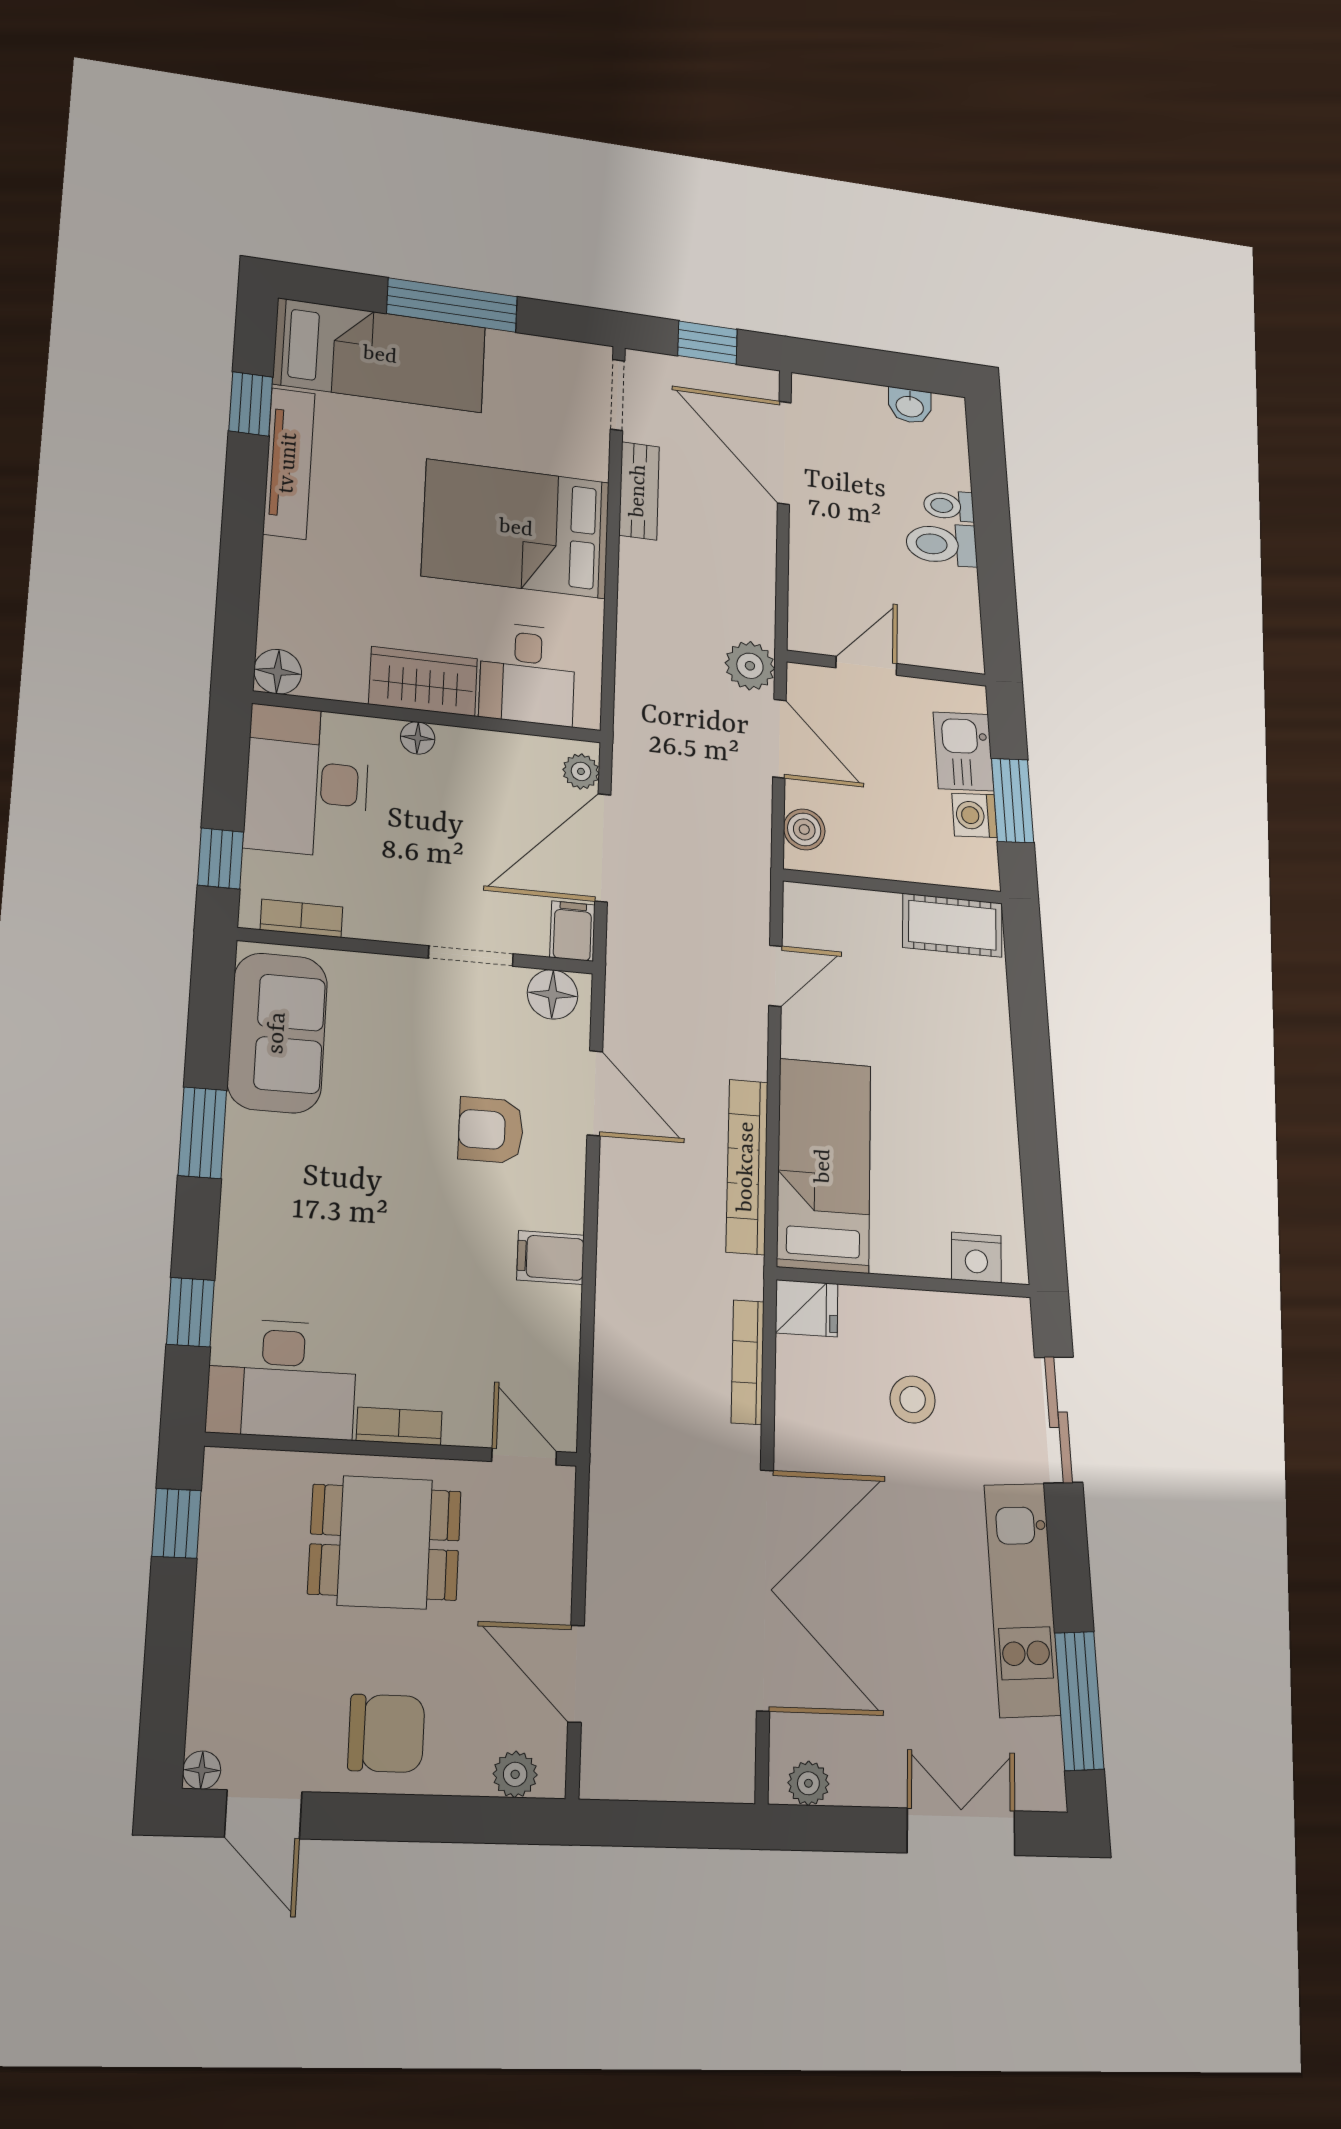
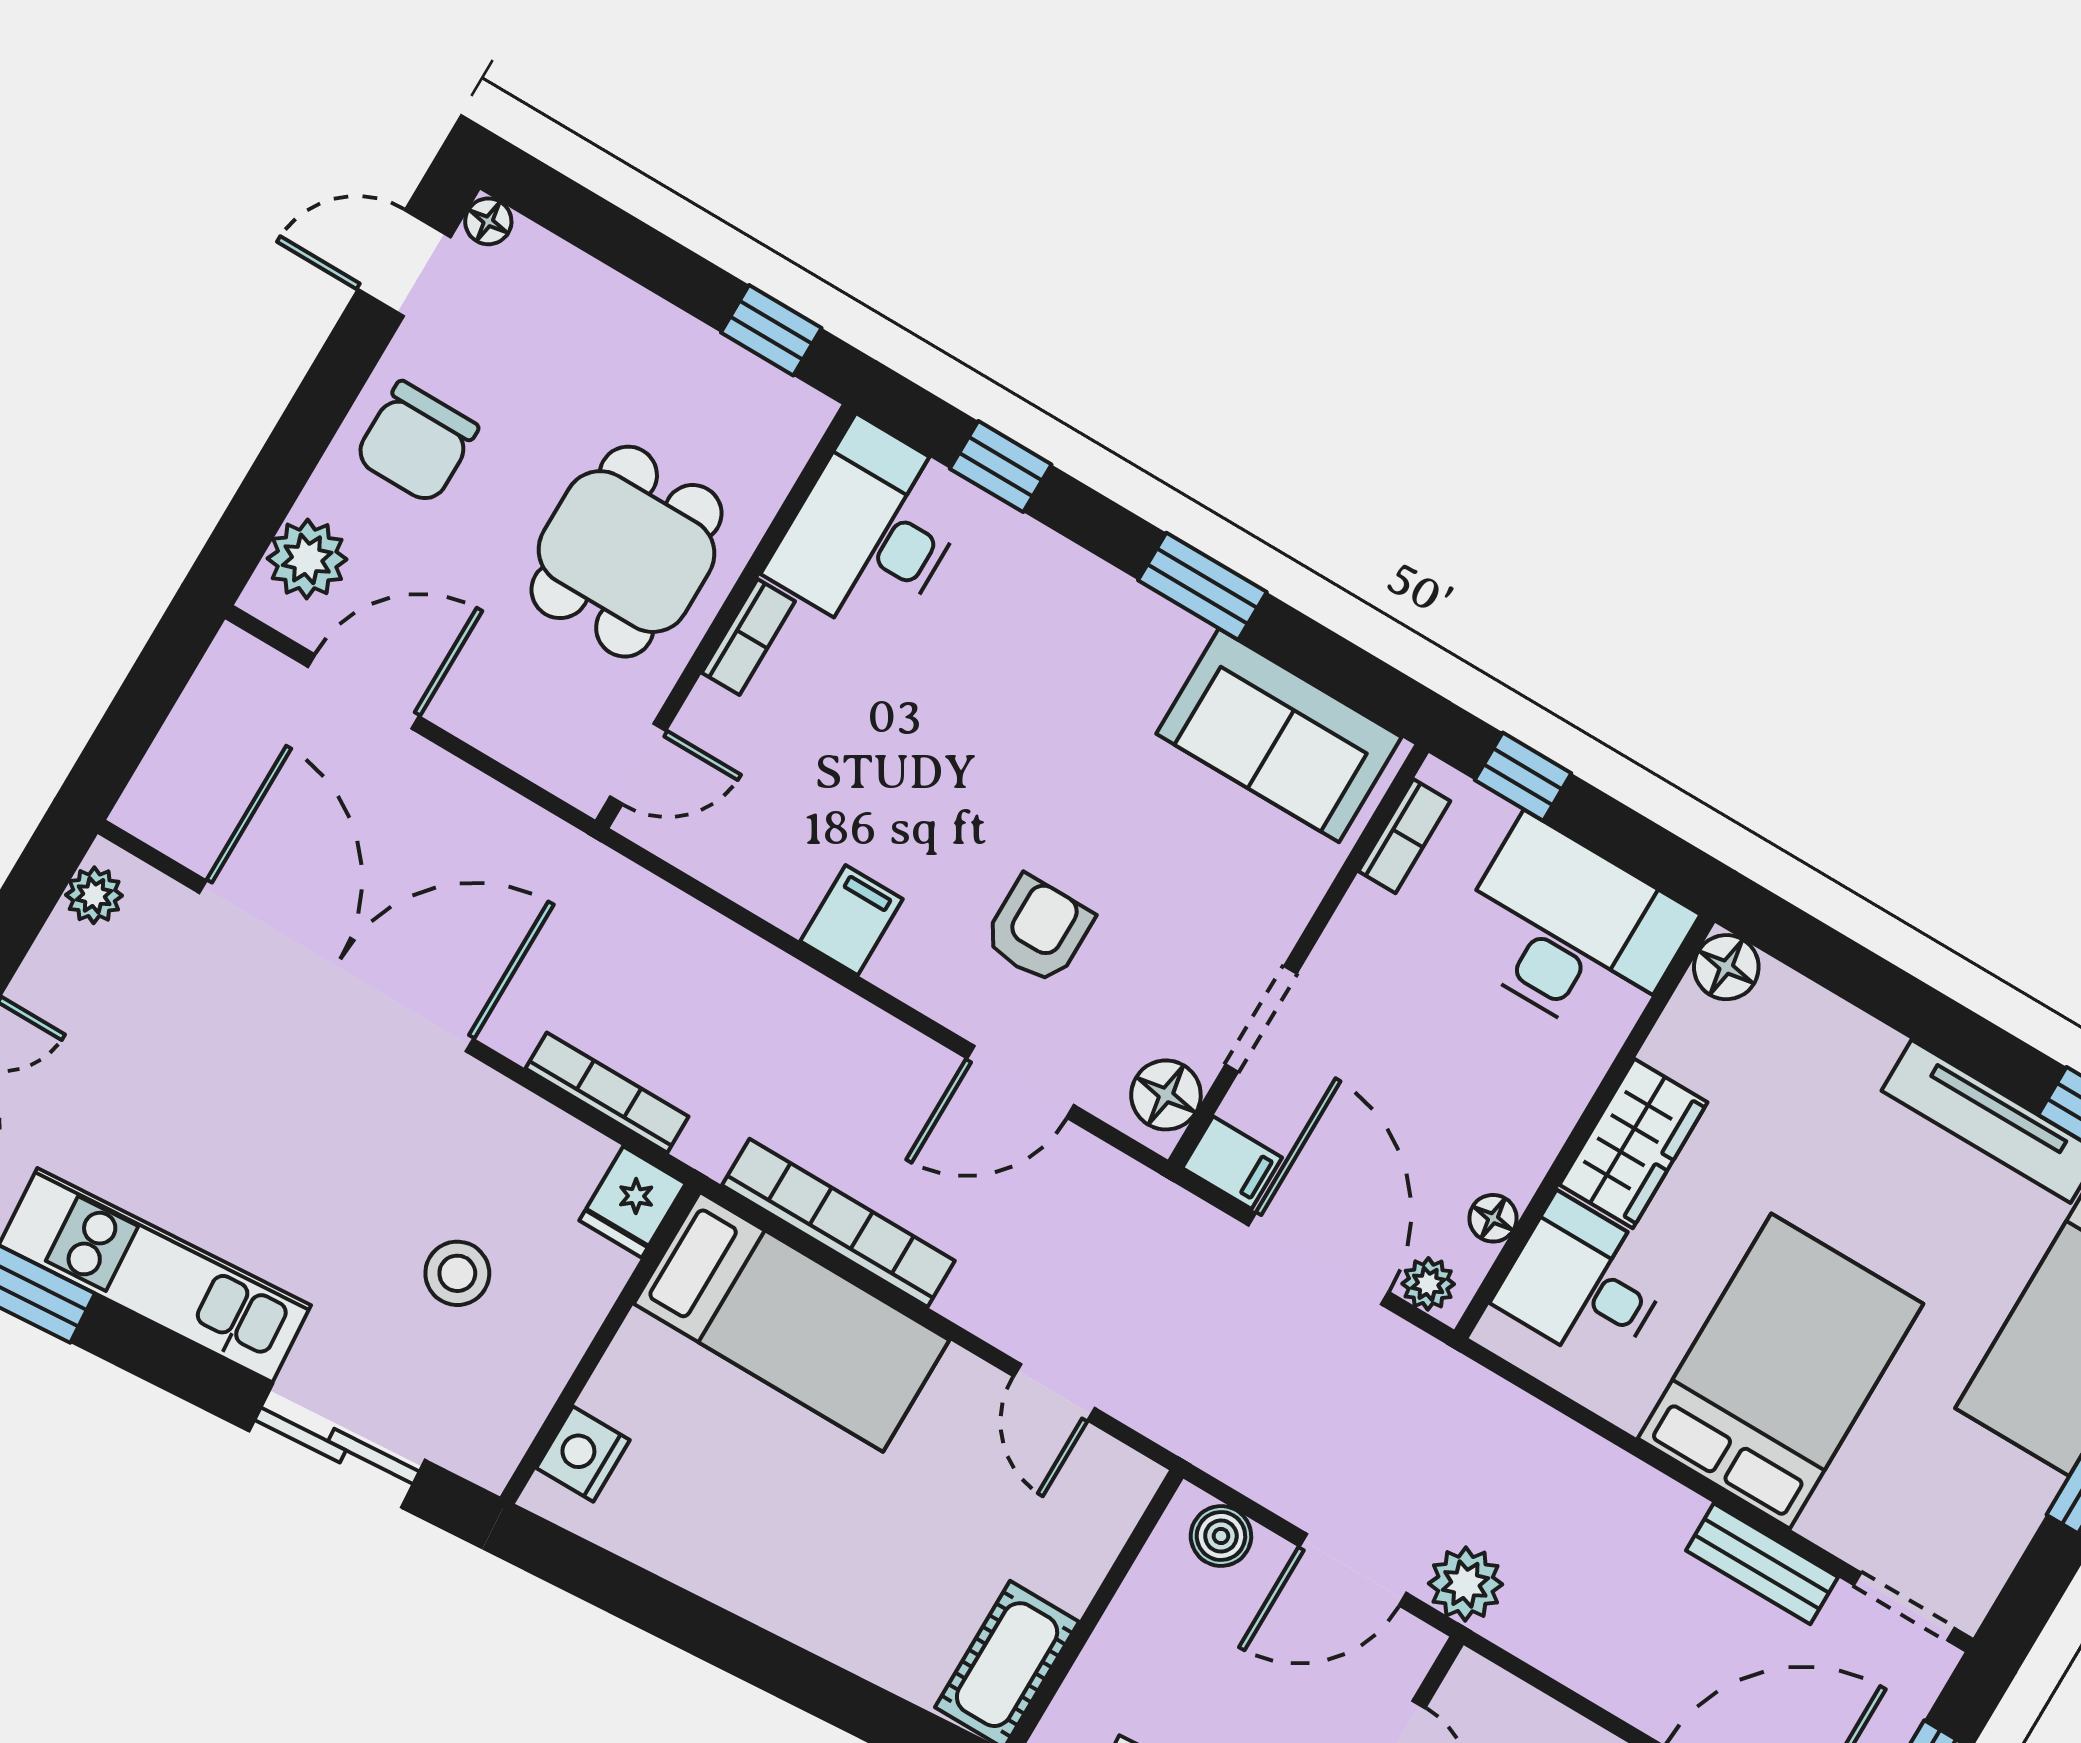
floor lamp: (418, 738) -> (1493, 1218), moved
double door: (765, 1590) -> (336, 966), swing flipped
plant: (515, 1774) -> (307, 559), width x1.38, depth x1.38

